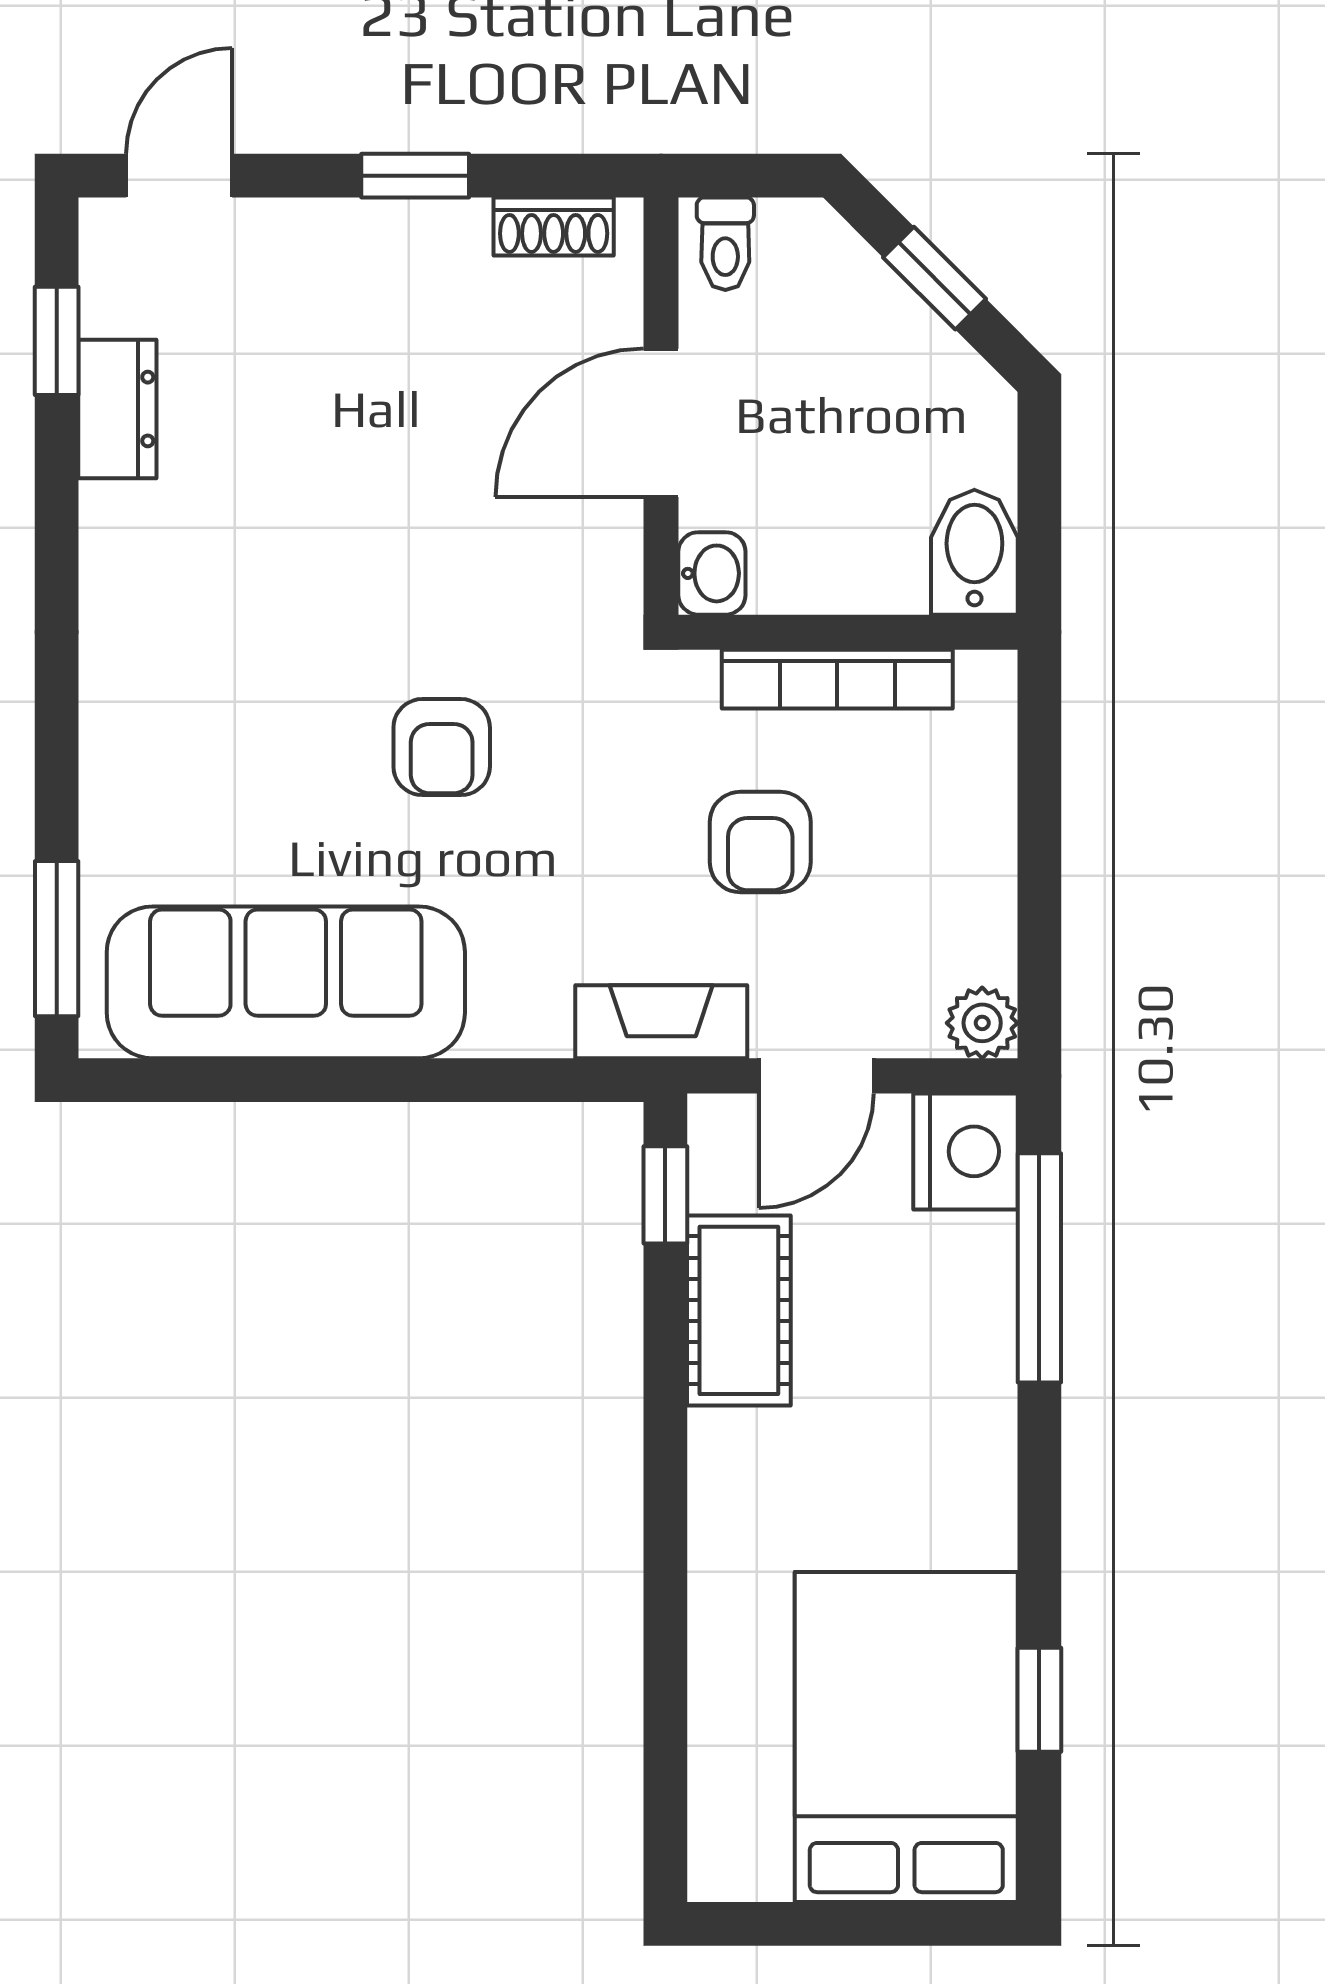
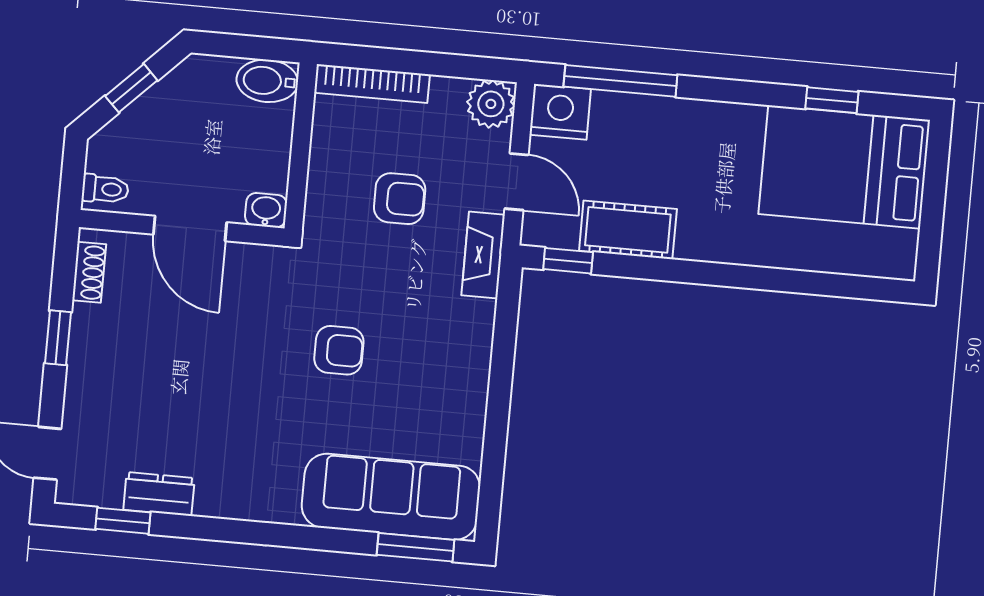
bookcase: (837, 679) -> (372, 84), moved, turned 90
sofa: (286, 982) -> (391, 497), moved, turned 90
plant: (982, 1023) -> (491, 104), width x1.38, depth x1.38

